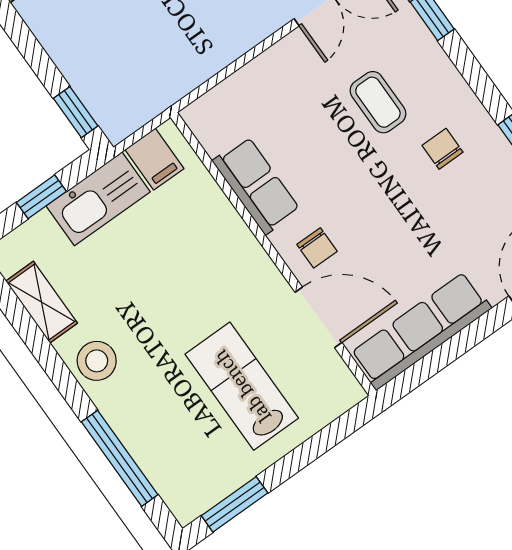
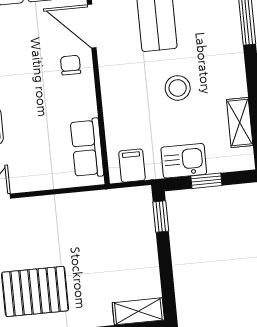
row of seats: (256, 185) -> (87, 148), moved
kitchen sink: (98, 199) -> (184, 161), width x0.73
stool: (97, 361) -> (178, 88), moved

